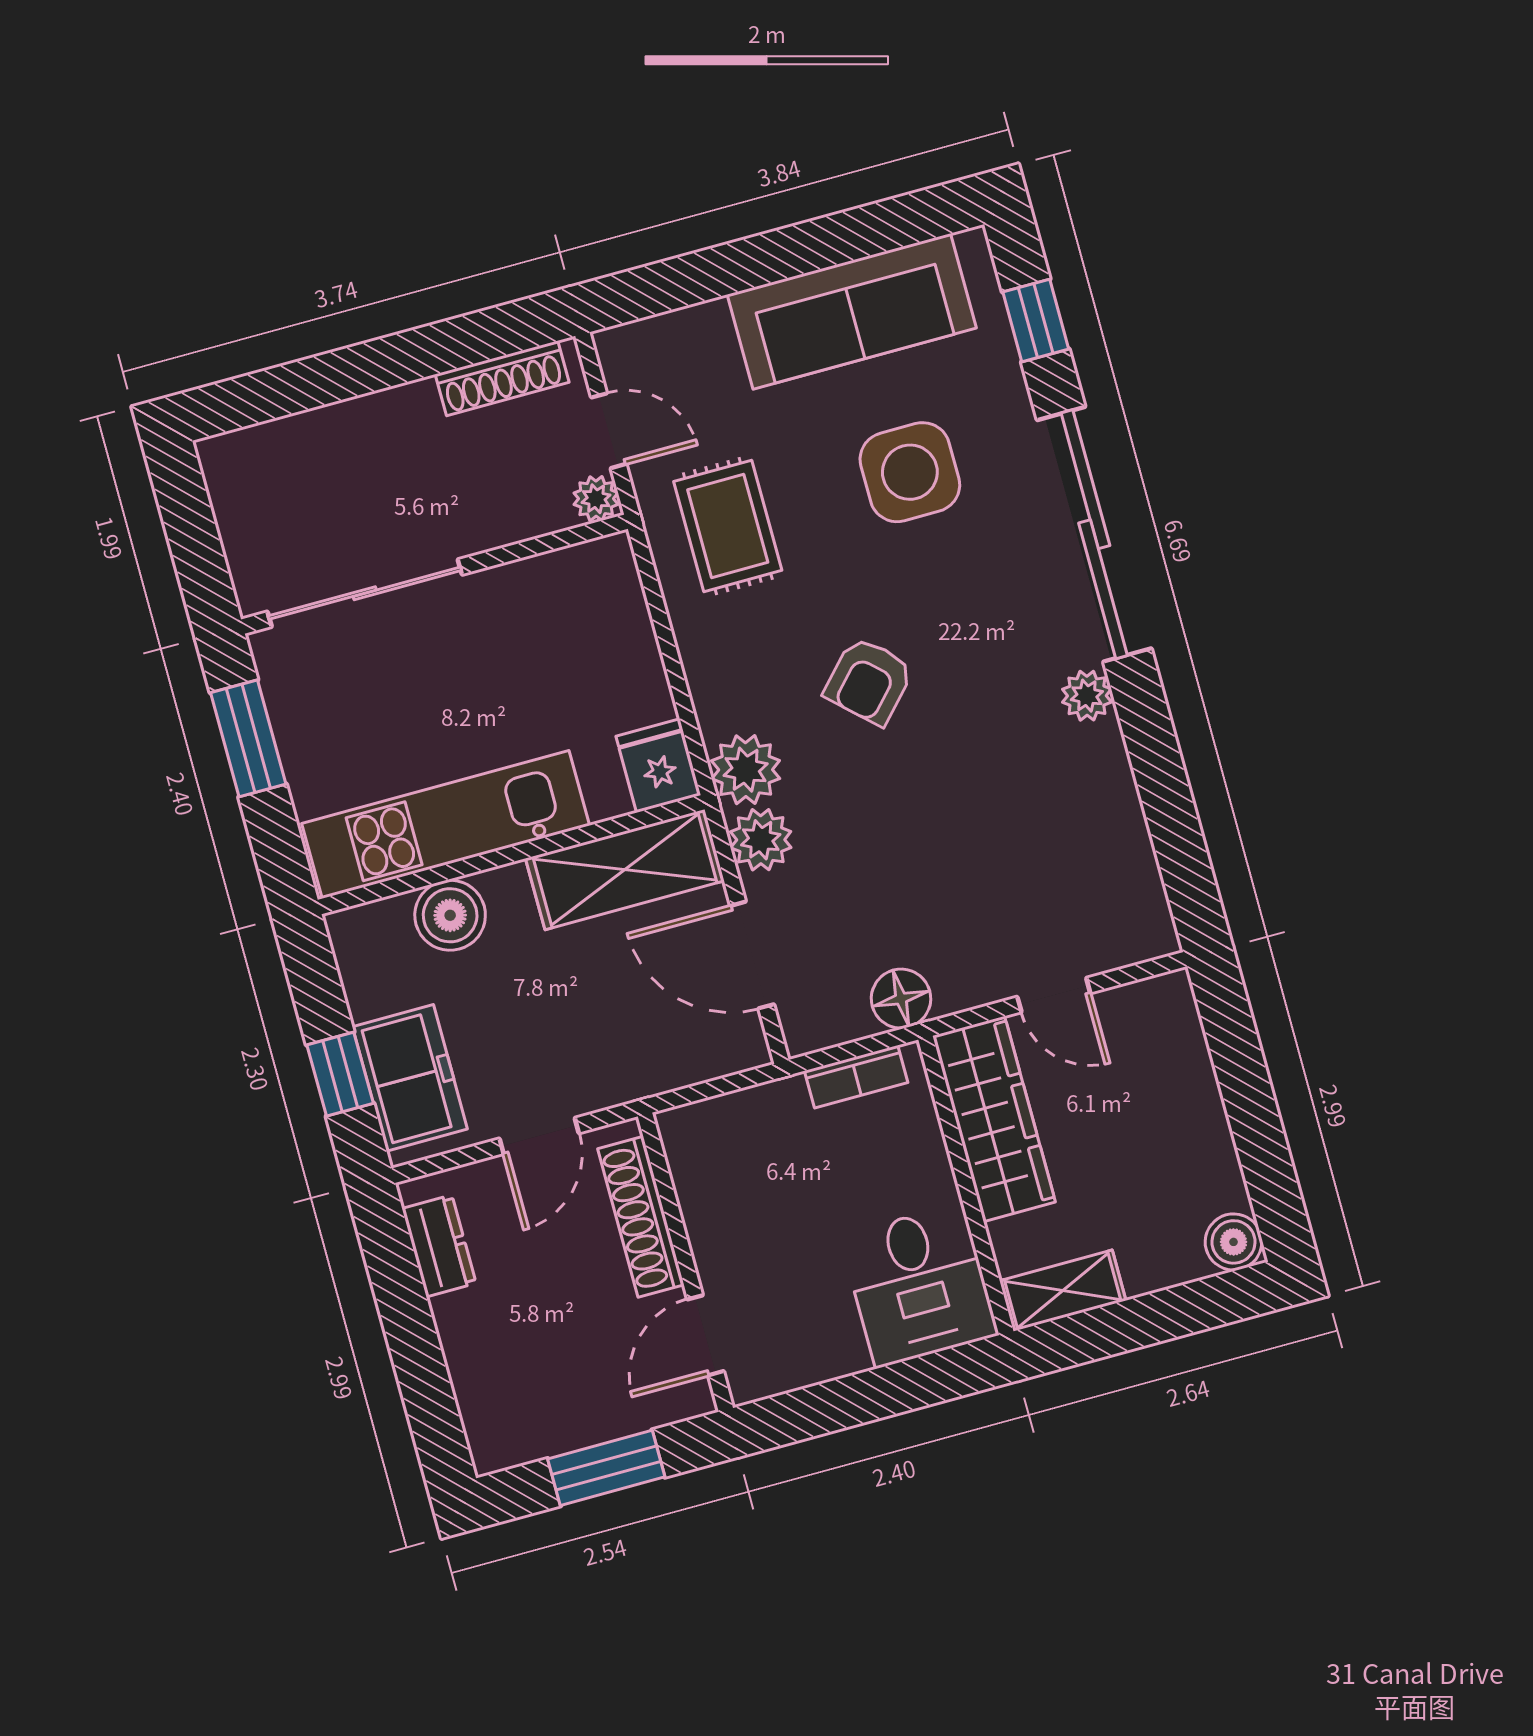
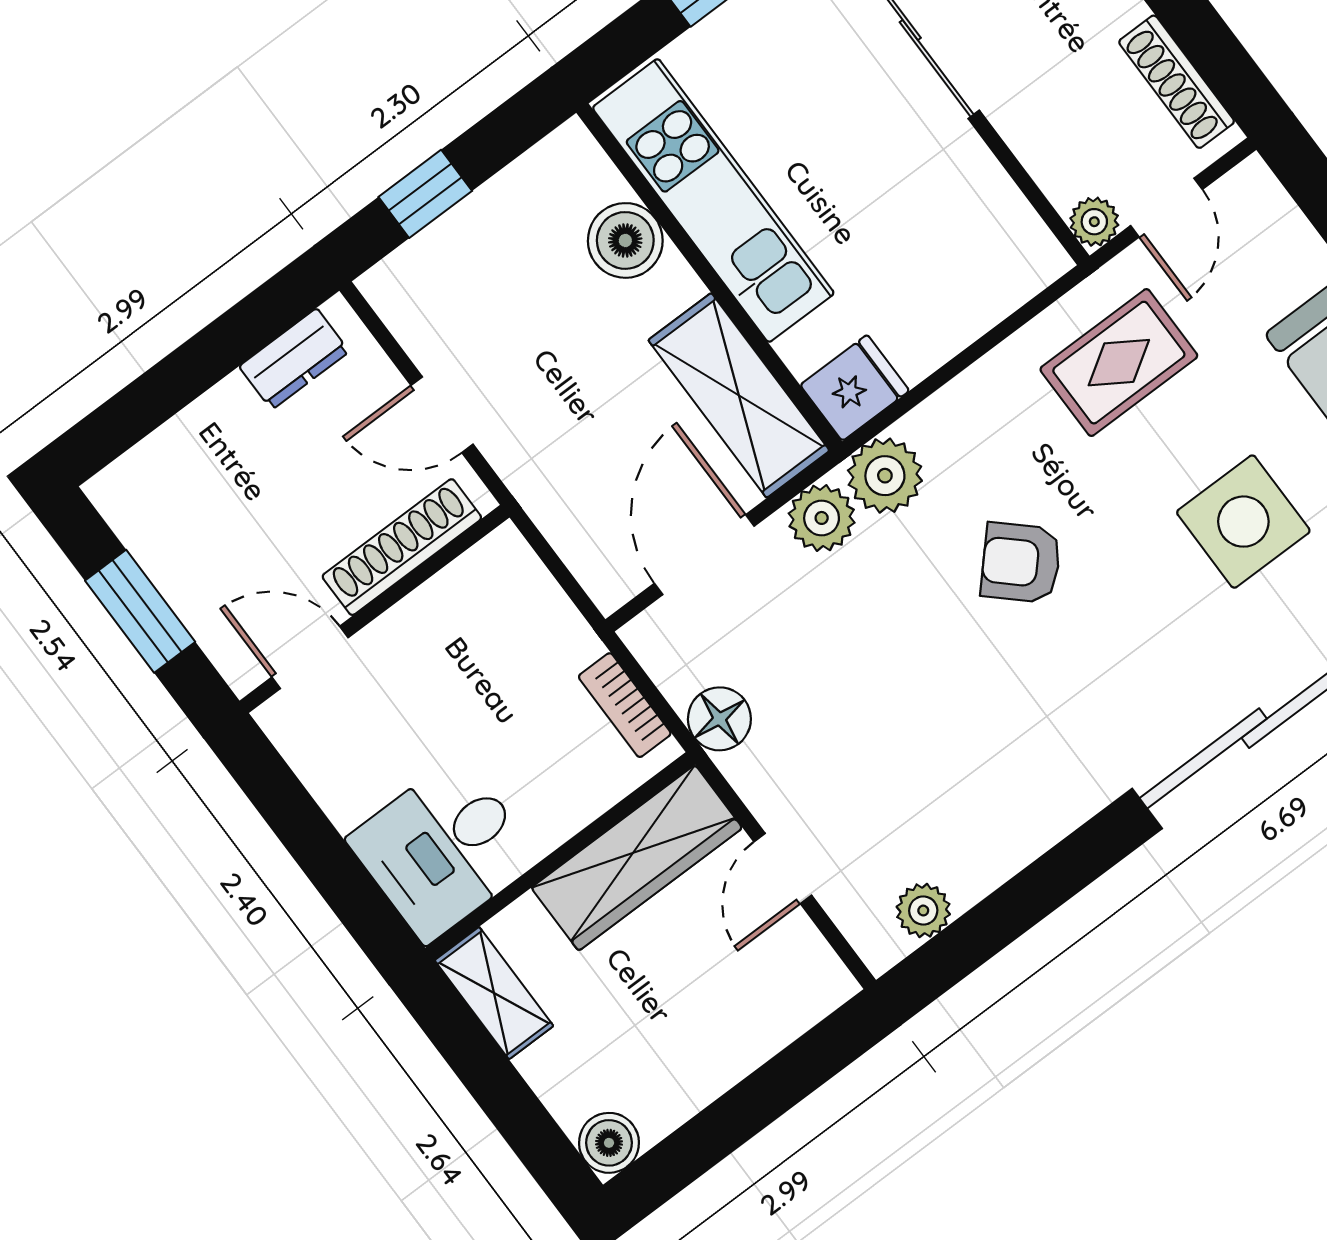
plant: (1087, 696) -> (923, 911), moved
freezer: (410, 1078) -> (449, 264), removed

